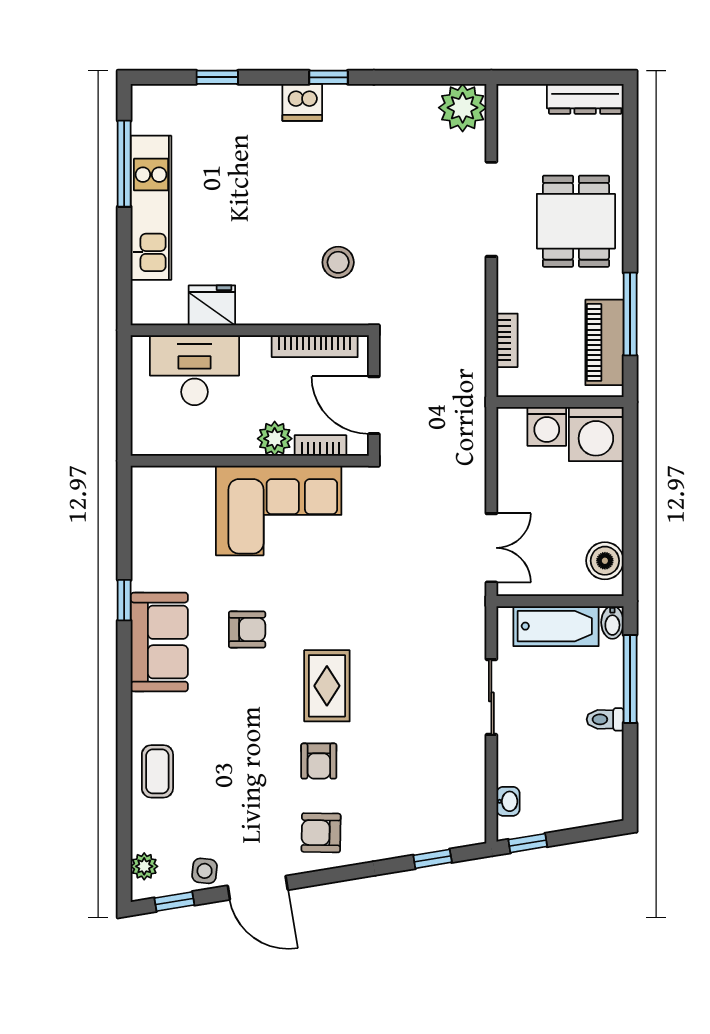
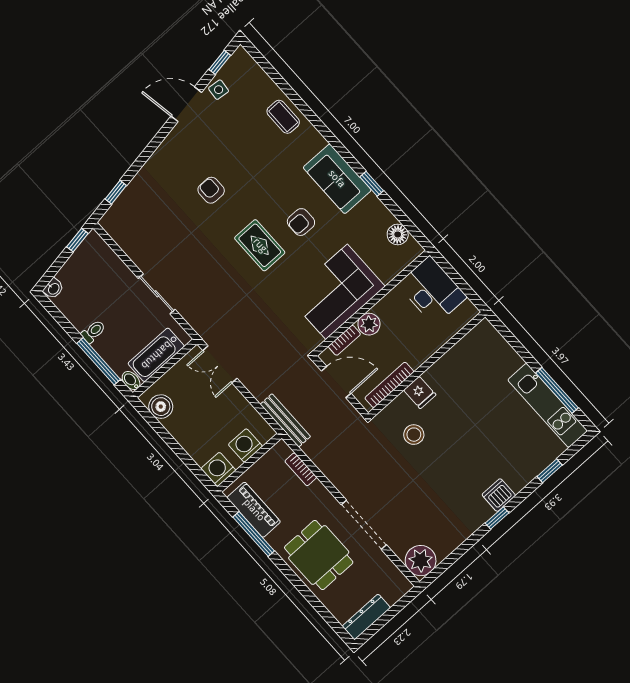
kitchen unit: (151, 208) -> (548, 405), moved
fridge: (212, 305) -> (420, 392), moved, width x0.72
desk: (194, 370) -> (432, 291), moved, turned -90
bench: (474, 414) -> (285, 420), added
washing machine: (596, 434) -> (219, 469), width x0.73, depth x0.73
floor lamp: (147, 513) -> (398, 234), added
rug: (327, 686) -> (260, 245), moved
washbasin: (508, 801) -> (53, 289), moved, turned -99
armchair: (321, 833) -> (180, 157), removed
plant: (144, 866) -> (249, 66), removed

